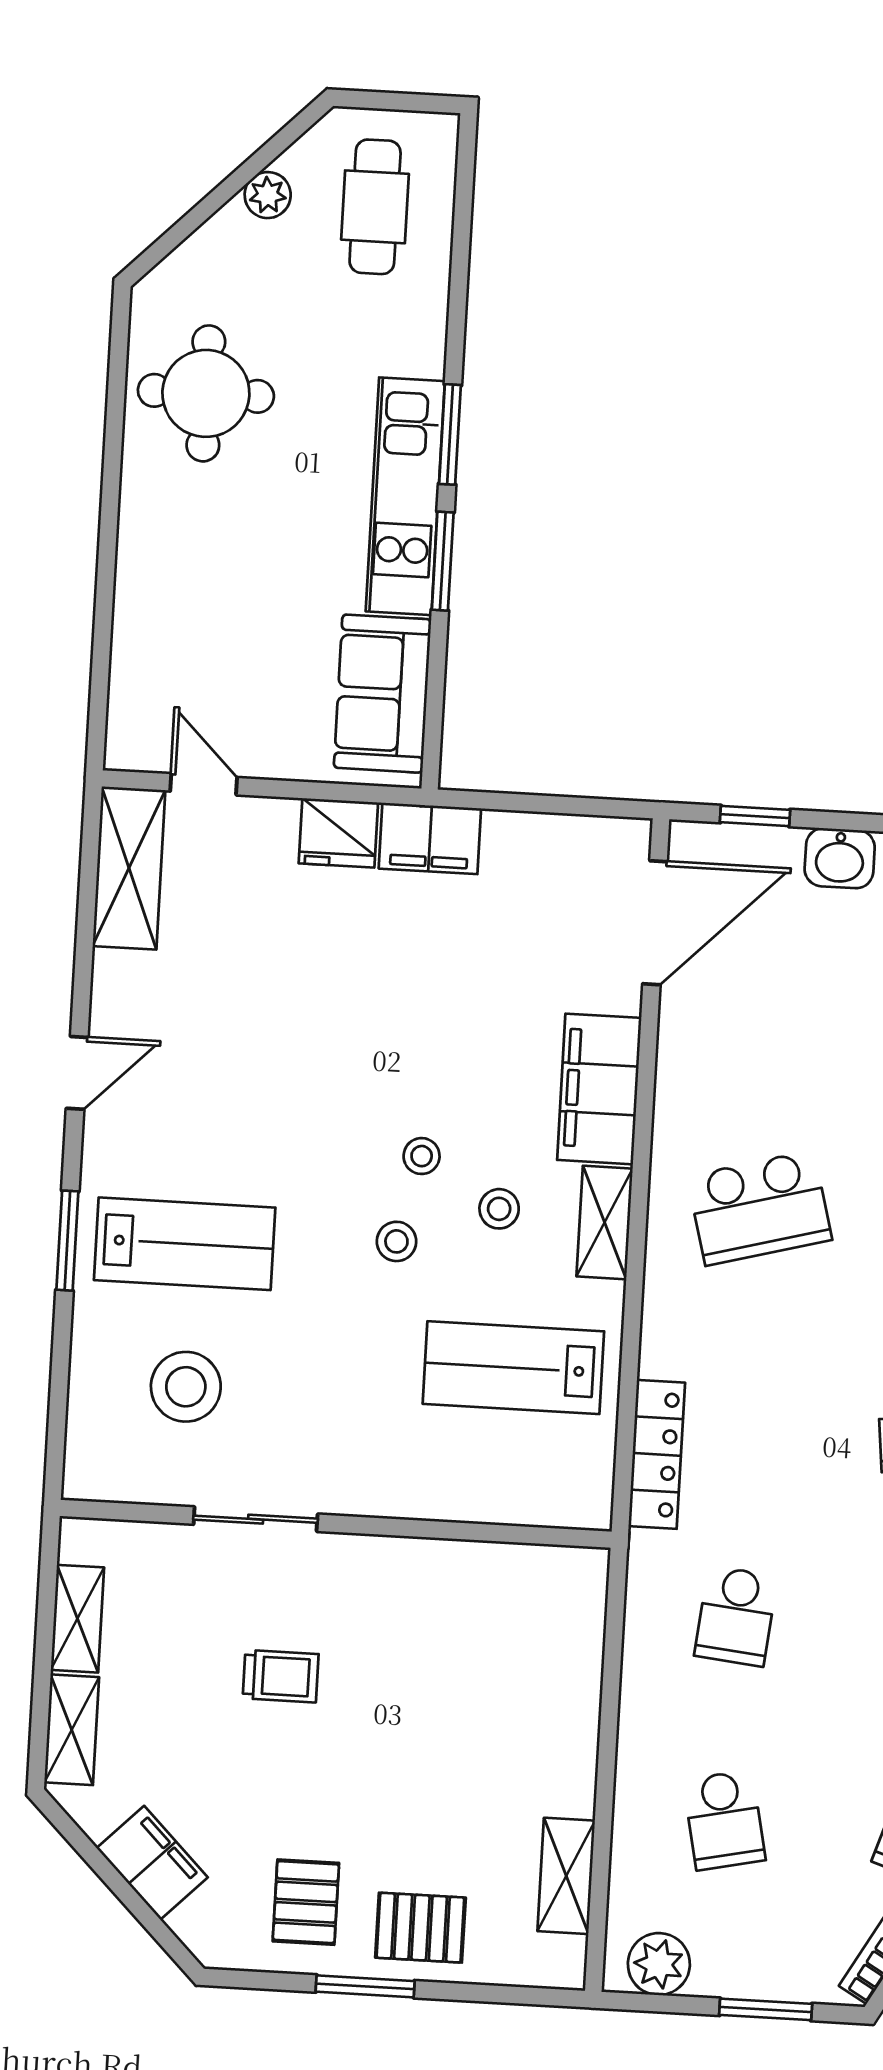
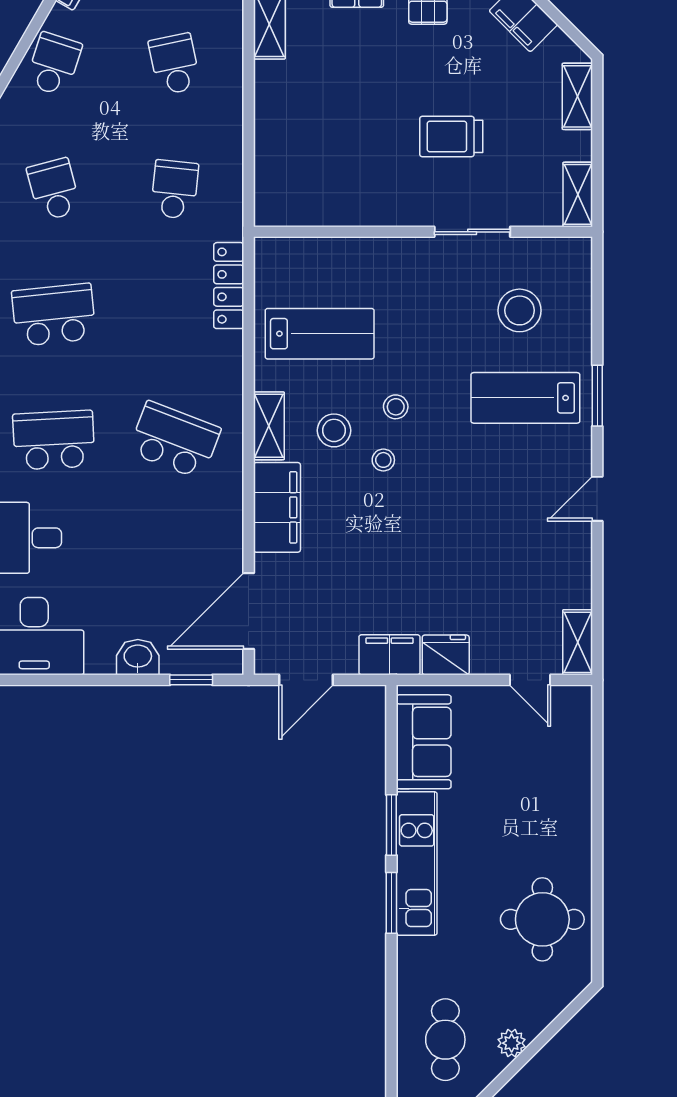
door: (568, 805) -> (306, 680), added
shelving: (129, 868) -> (578, 642), width x0.67, depth x0.75
school desk: (760, 1208) -> (175, 440), turned 36
stool: (499, 1209) -> (334, 430), width x1.37, depth x1.37
shelving: (77, 1619) -> (578, 194), moved
trolley: (281, 1676) -> (451, 136), width x1.36, depth x1.39

